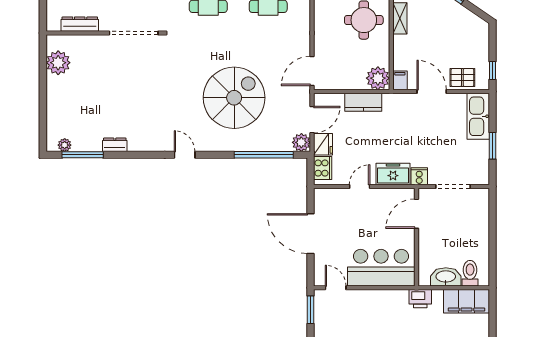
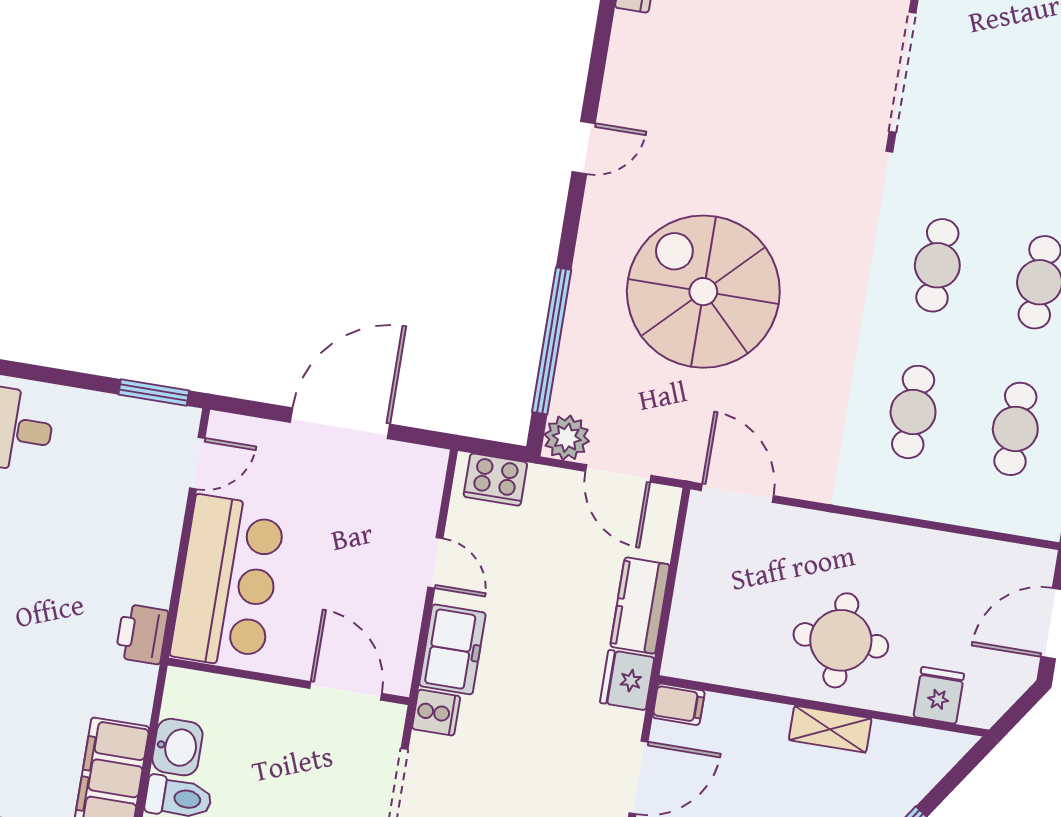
plant: (378, 78) -> (693, 651), removed
spiral stairs: (234, 98) -> (703, 292), turned 180
fridge: (323, 144) -> (627, 680), moved, turned 90
washbasin: (446, 277) -> (177, 747), width x0.72
printer: (420, 299) -> (142, 634), moved

